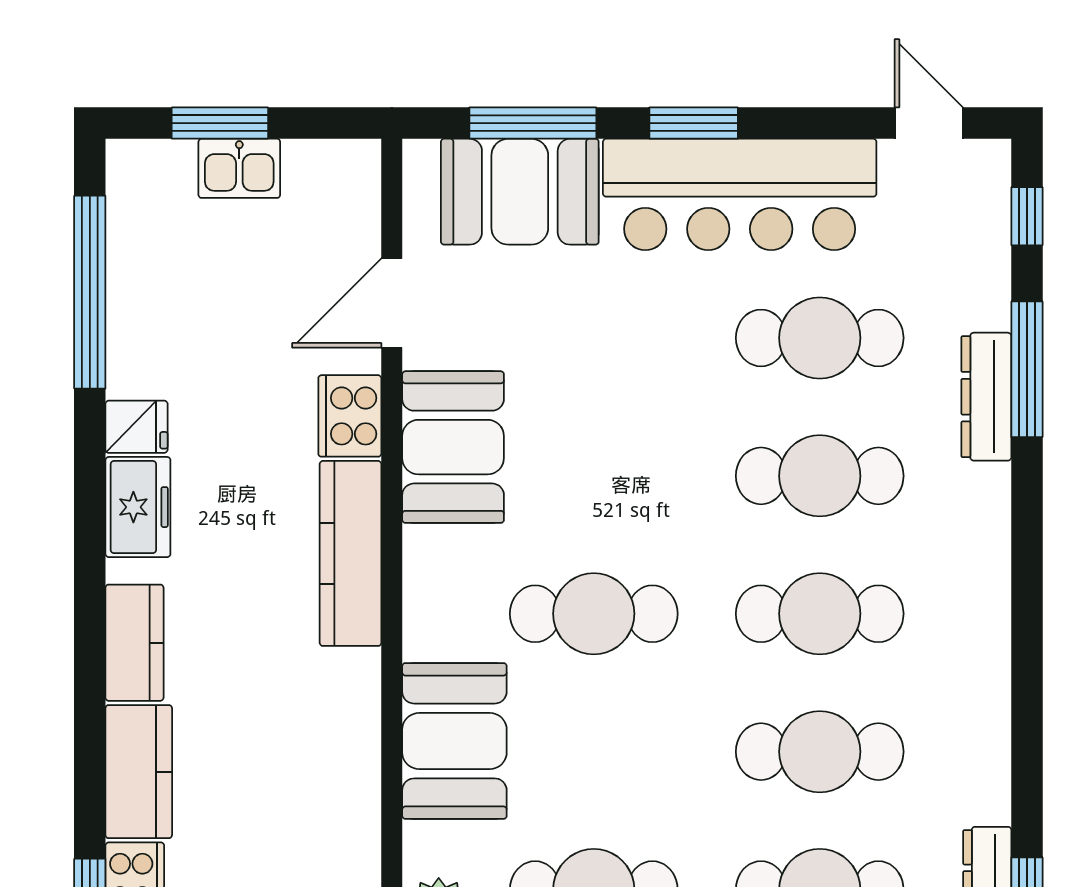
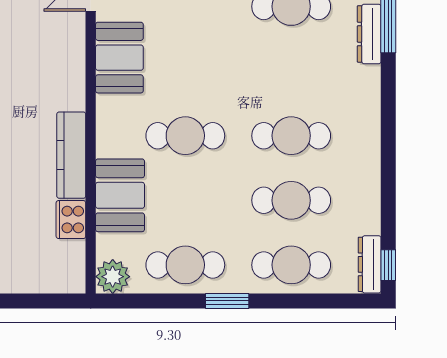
cooker: (350, 416) -> (71, 220), moved
cafe table: (820, 476) -> (291, 71), removed
kitchen counter: (350, 553) -> (71, 155), moved

